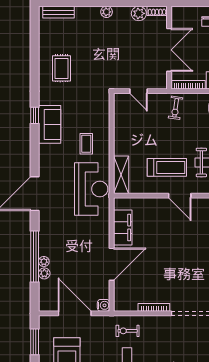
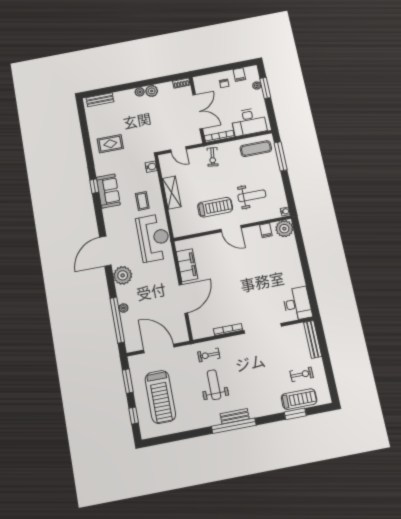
plant: (139, 13) -> (152, 91), moved
rug: (62, 68) -> (110, 144), turned 90
shelving: (121, 175) -> (172, 193), moved
window: (35, 257) -> (117, 320), moved
plant: (44, 273) -> (123, 275), moved, width x1.87, depth x1.87
water cooler: (104, 305) -> (151, 167), moved

